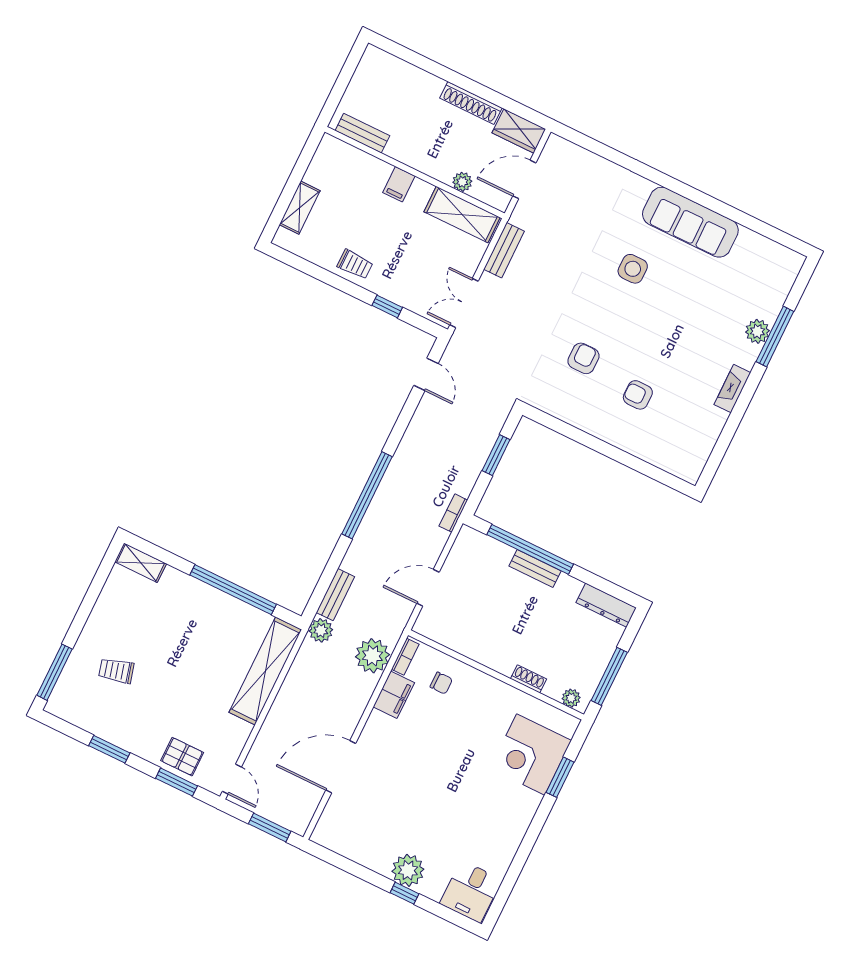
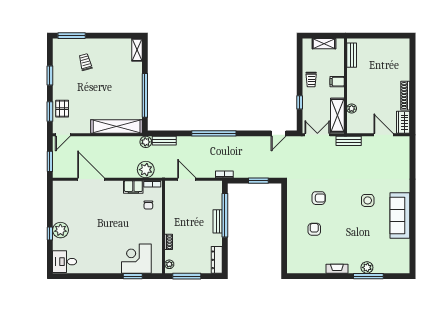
bench: (362, 133) -> (352, 55), moved
wall: (415, 173) -> (346, 86), moved
plant: (462, 182) -> (352, 108), moved
filing cabinet: (399, 184) -> (337, 82), moved
shelving: (462, 215) -> (337, 115), moved

